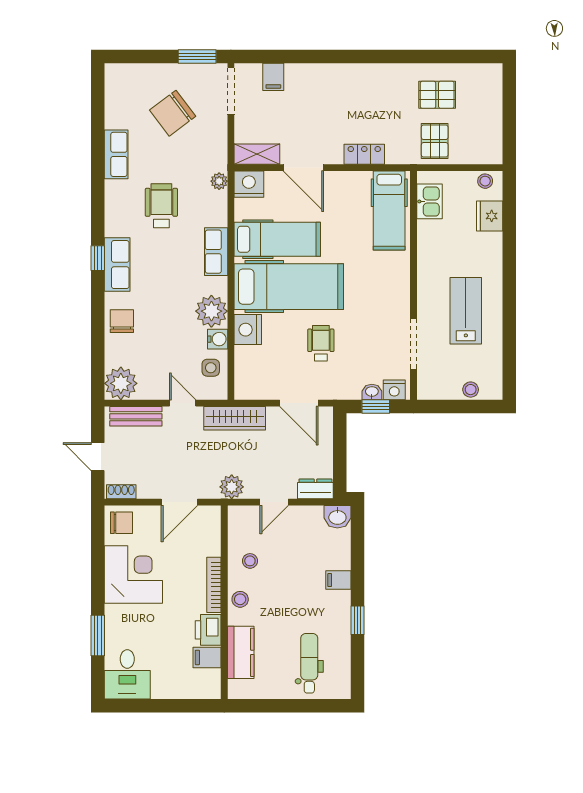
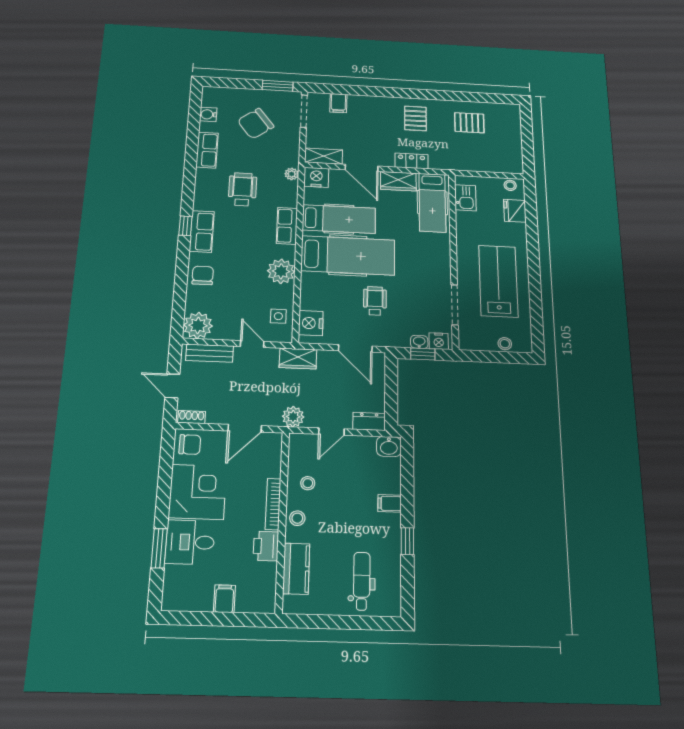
pallet: (435, 141) -> (415, 118), moved
wardrobe: (348, 183) -> (398, 181), added
lab bench: (466, 311) -> (498, 281), width x1.36, depth x1.39
nightstand: (248, 330) -> (311, 323), moved
water cooler: (218, 339) -> (208, 114), moved, turned 180
wardrobe: (235, 418) -> (298, 359), width x0.67
filing cabinet: (207, 657) -> (224, 599), moved, turned 90
desk: (127, 674) -> (190, 542), moved, turned 90

